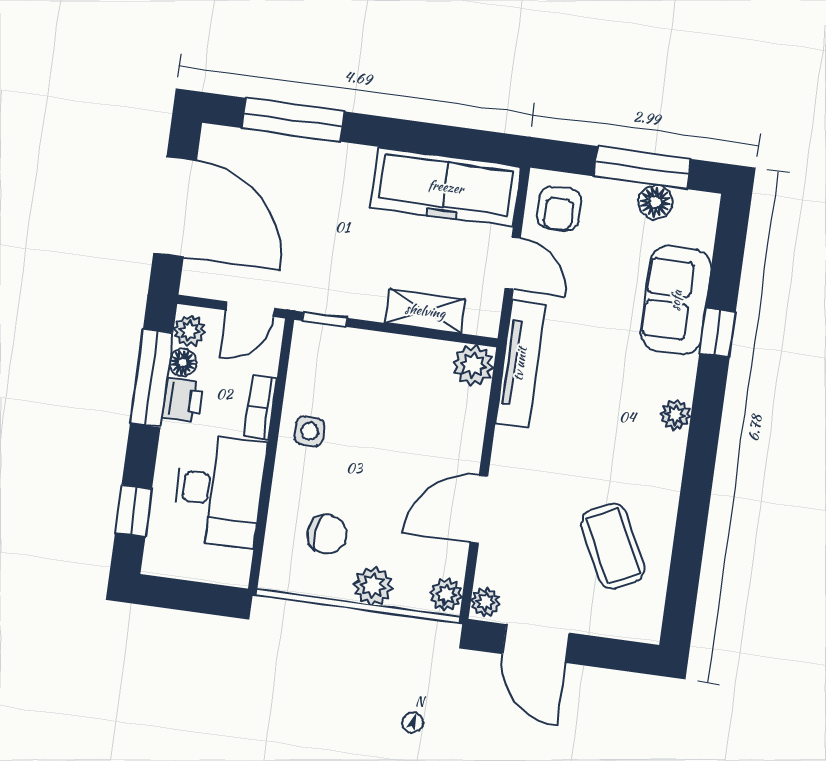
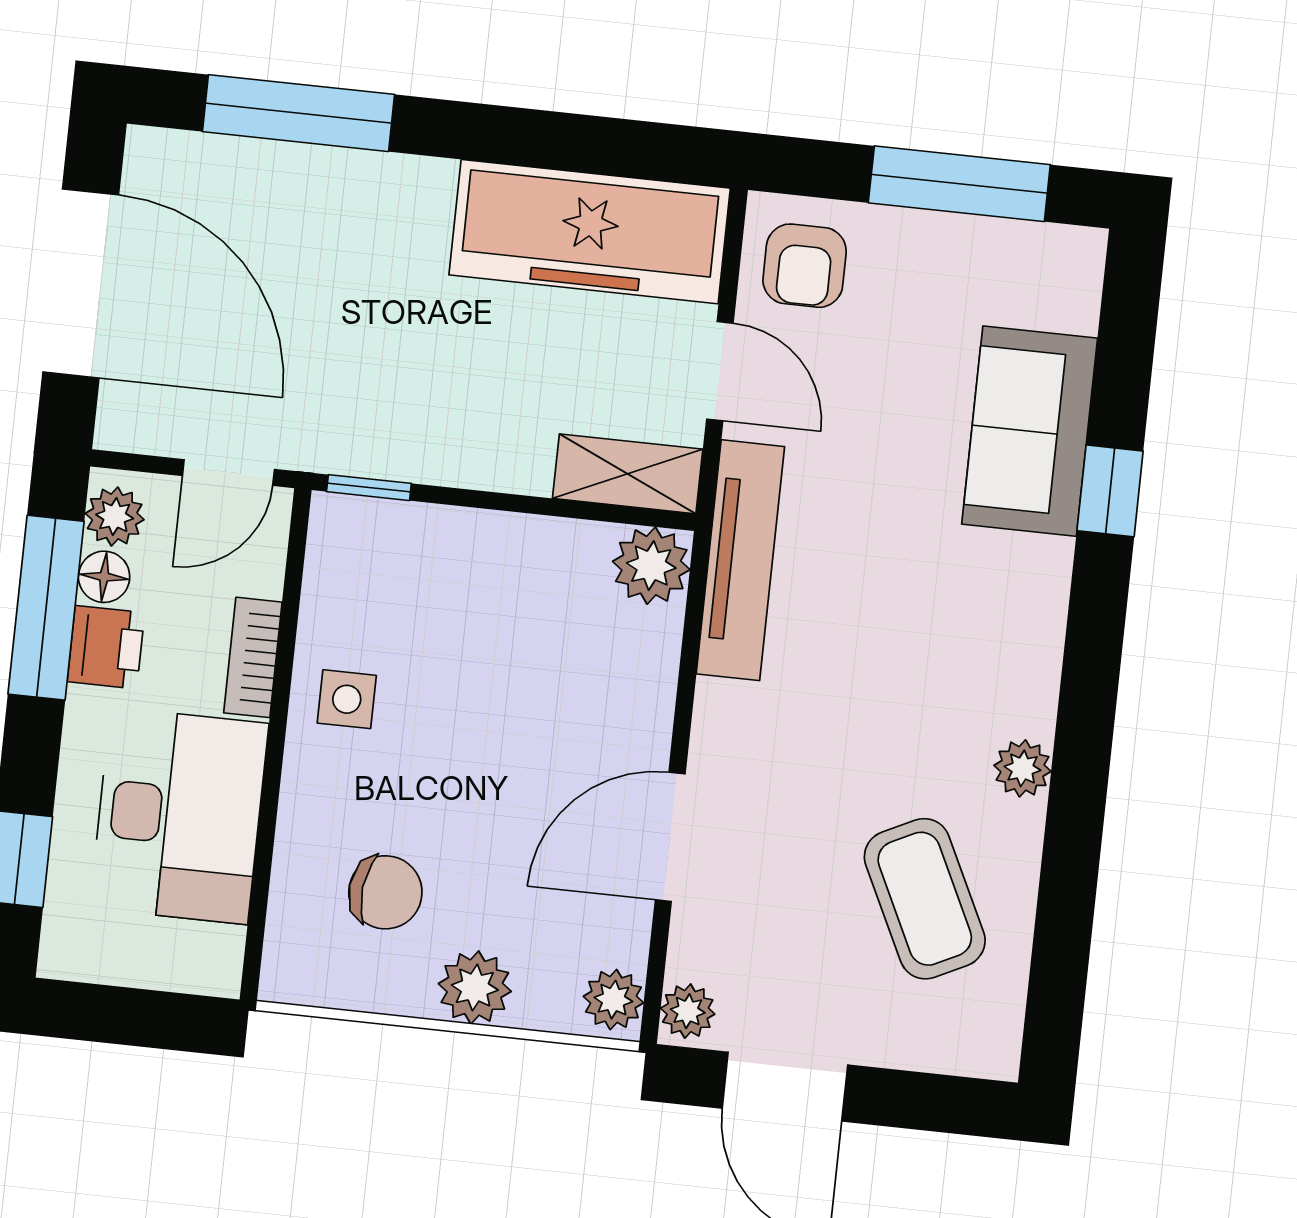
floor lamp: (655, 202) -> (986, 248), removed
shelving: (425, 311) -> (628, 474), moved
plant: (675, 415) -> (1023, 768), moved

